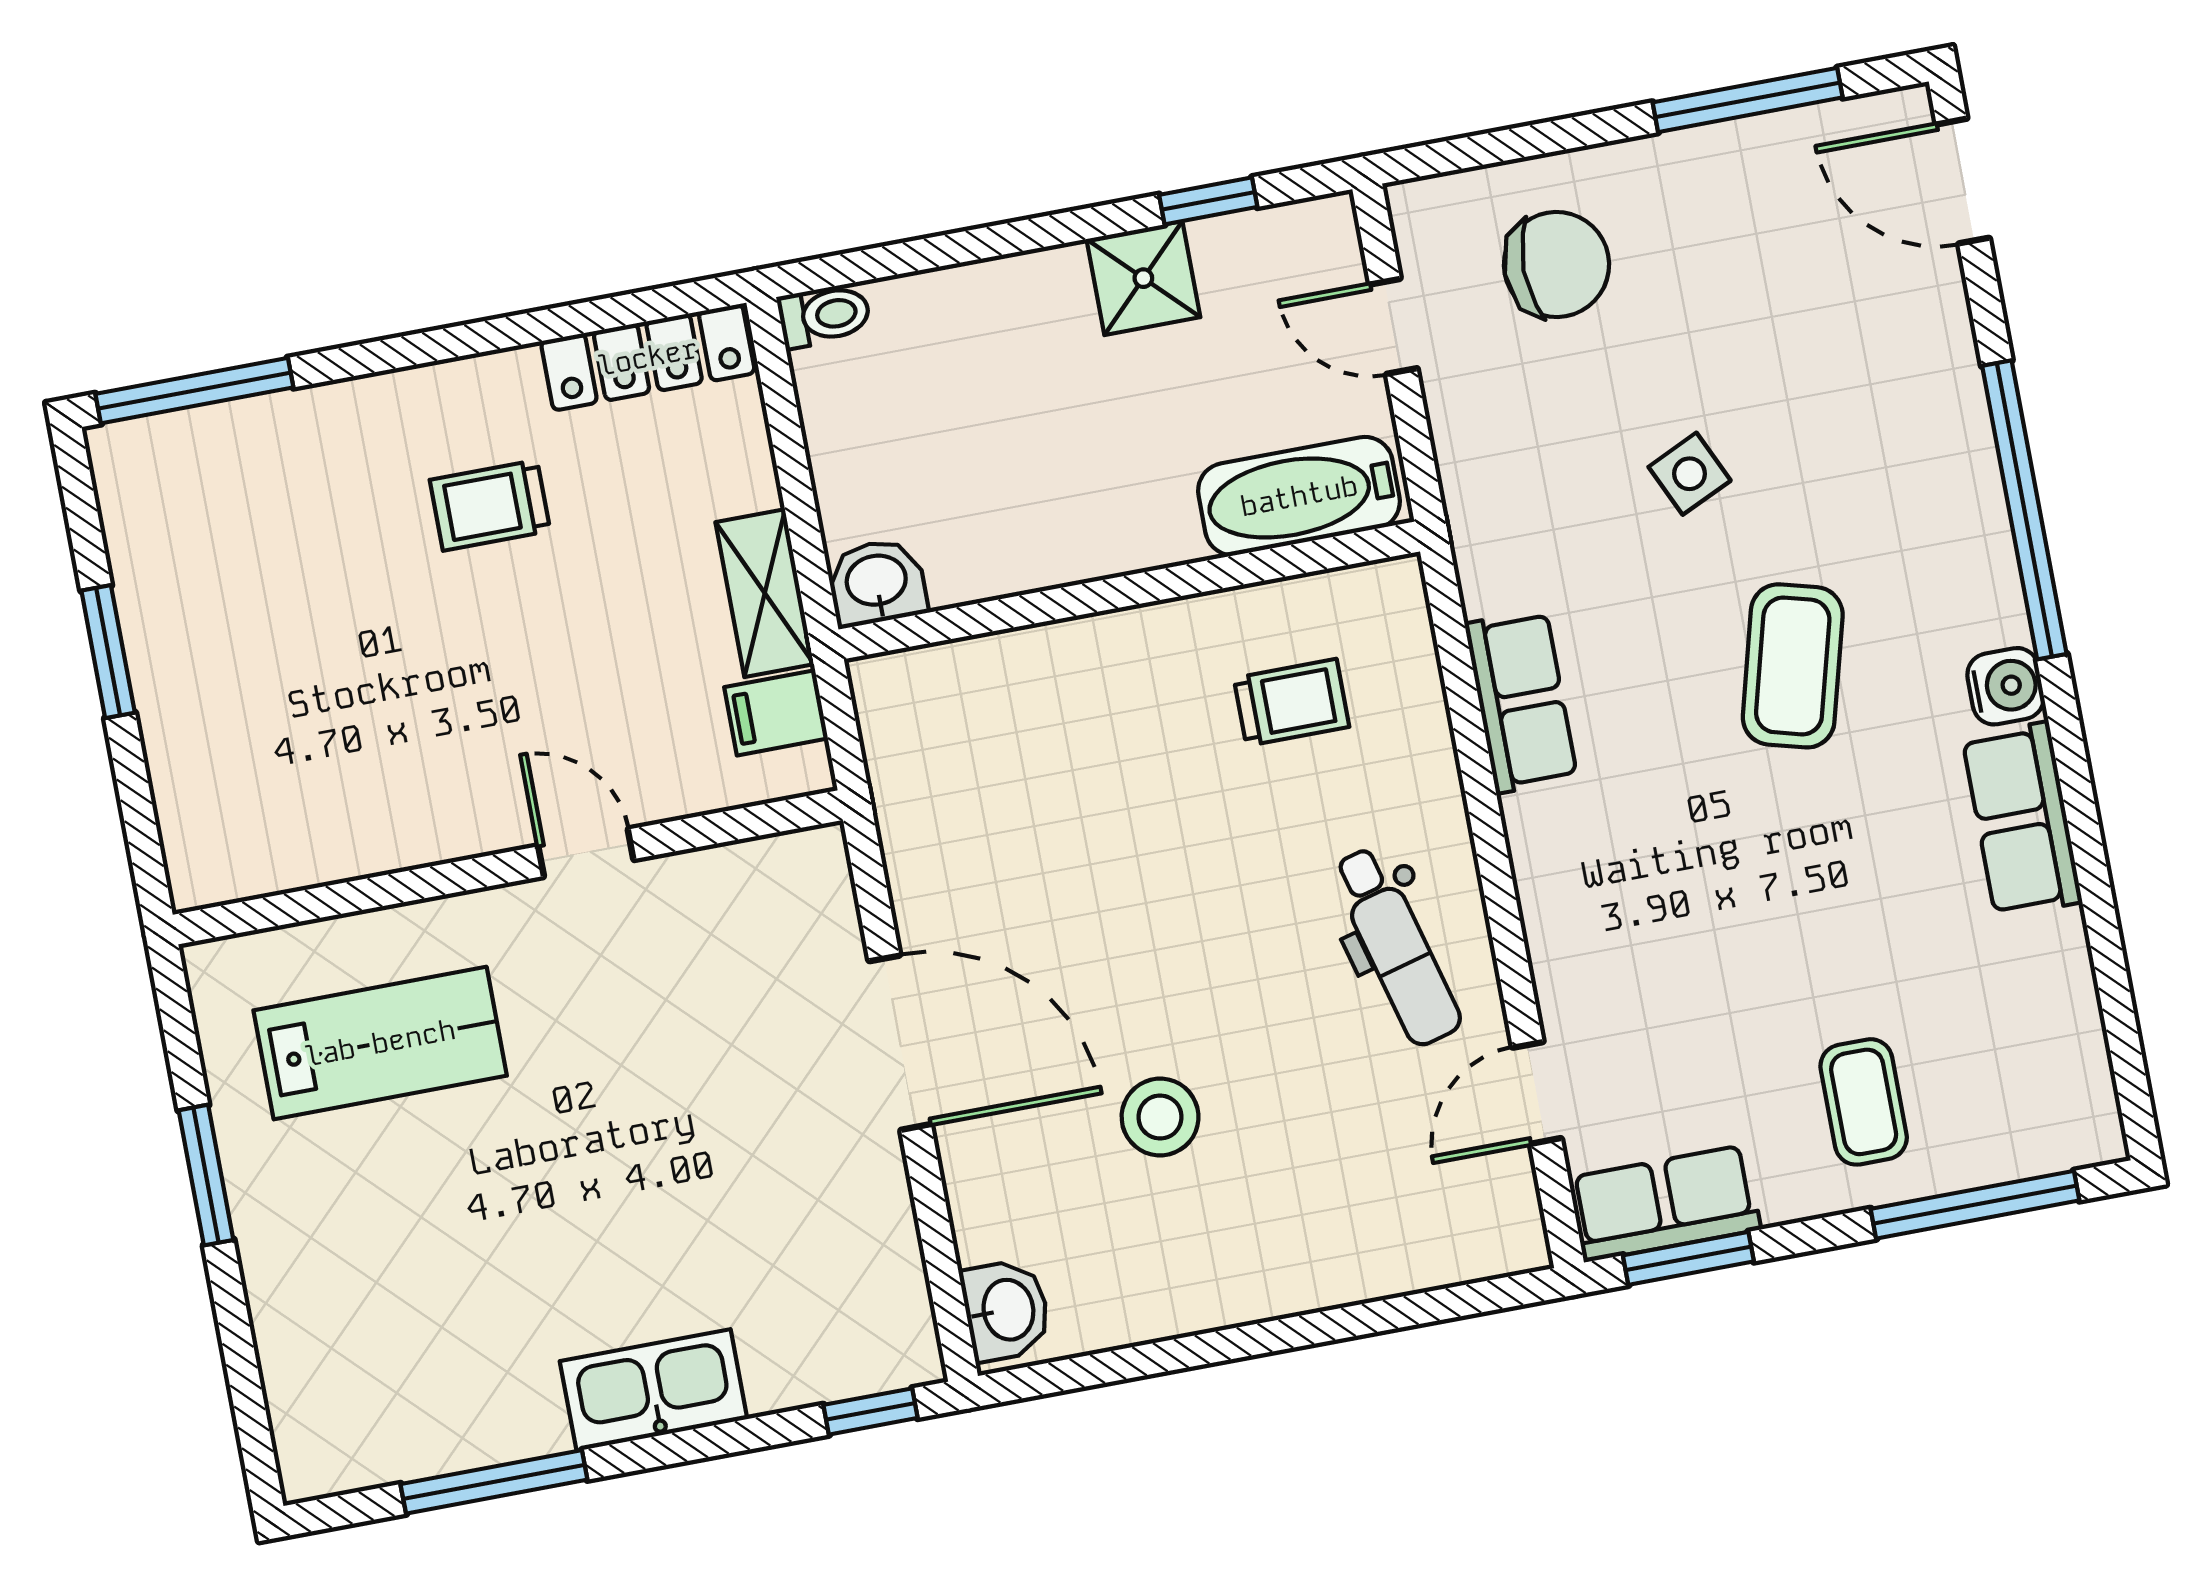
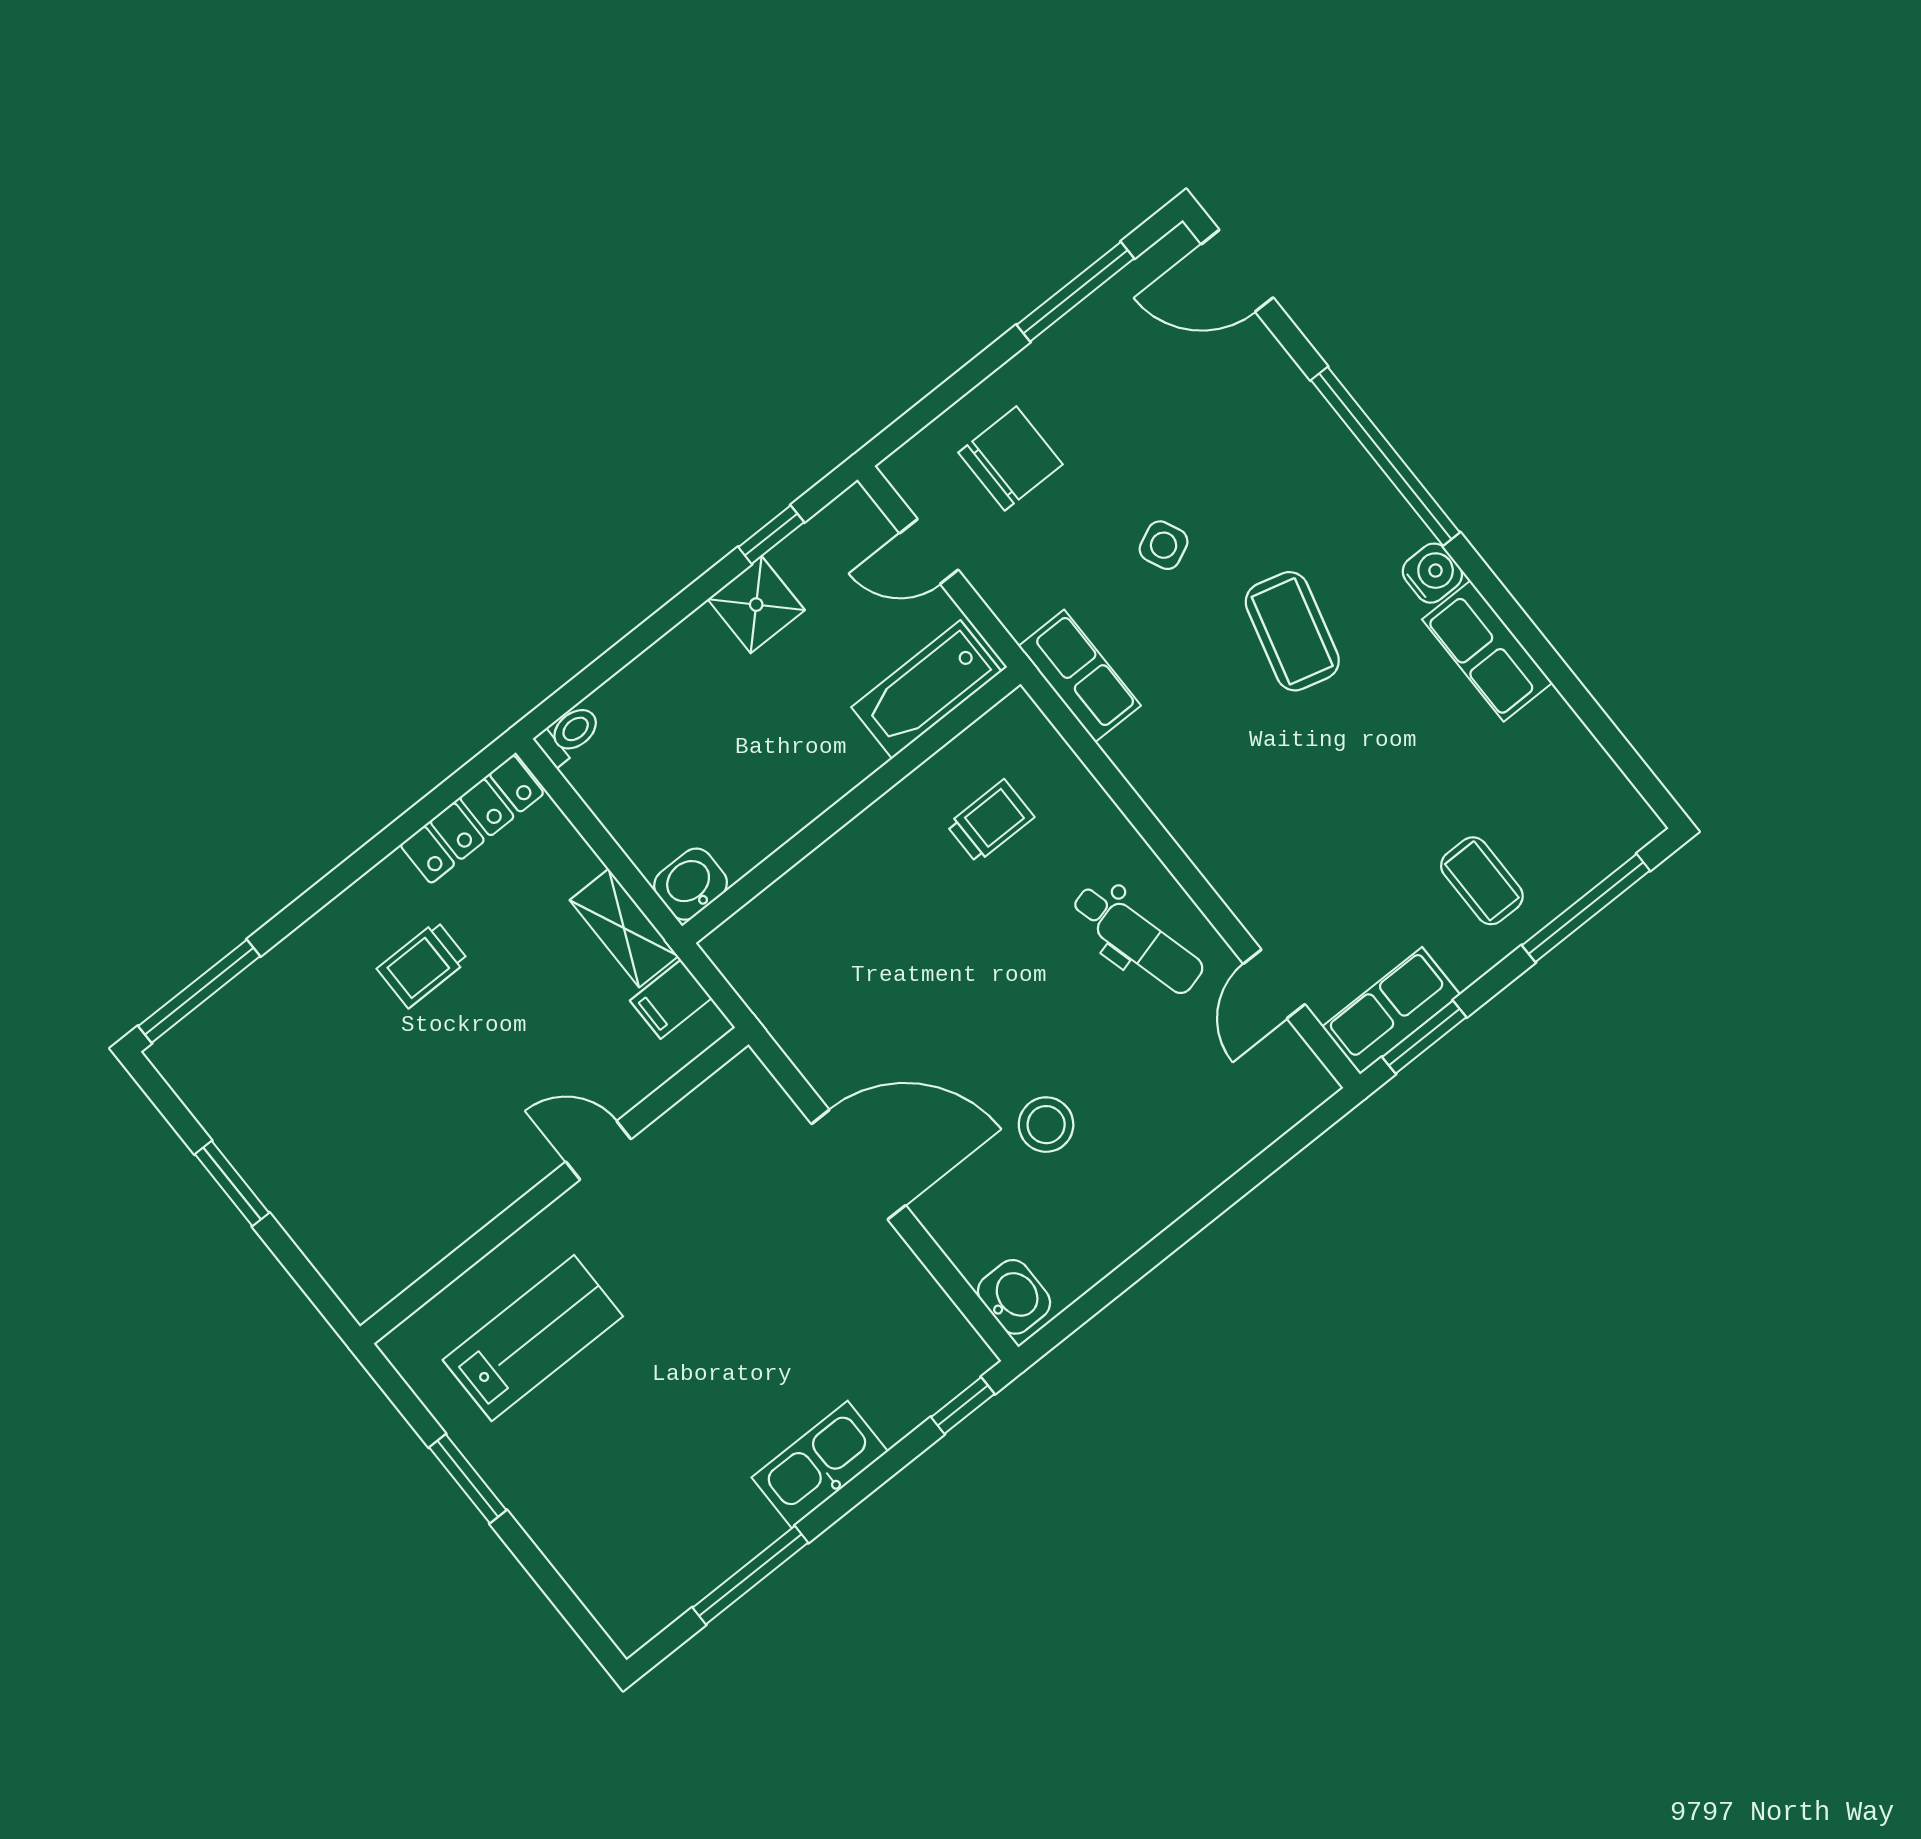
row of seats: (1521, 701) -> (1080, 676), moved

